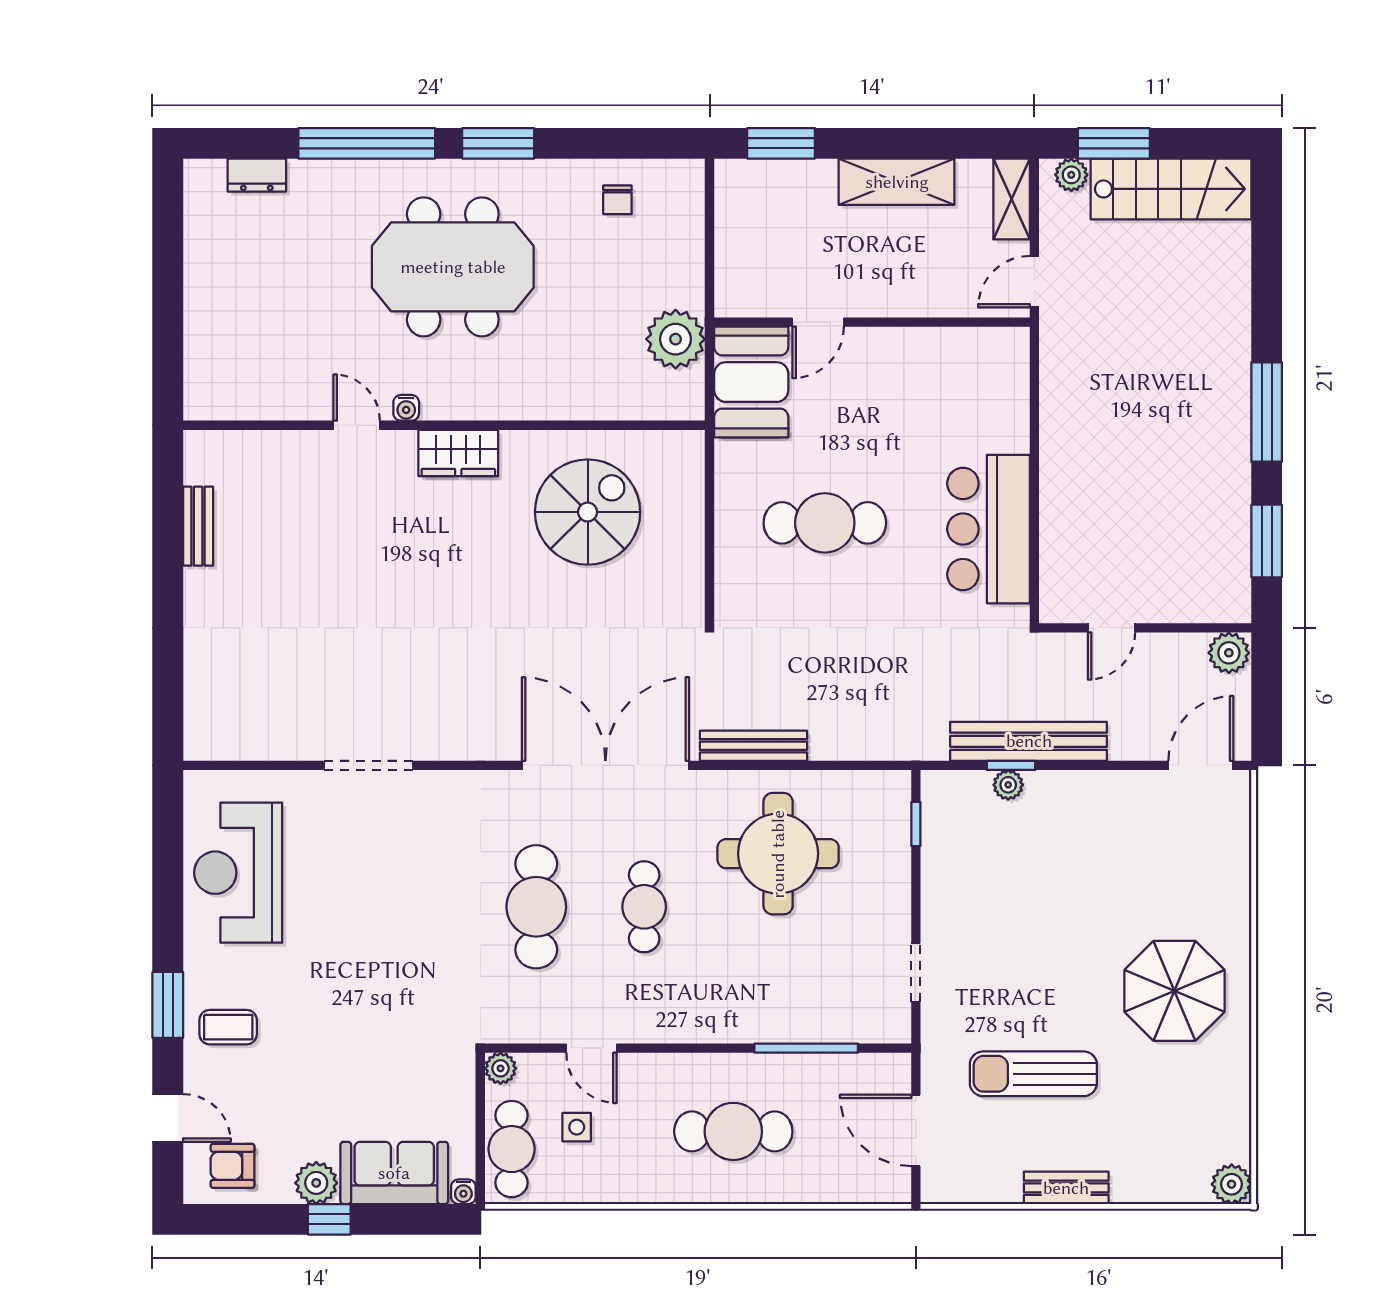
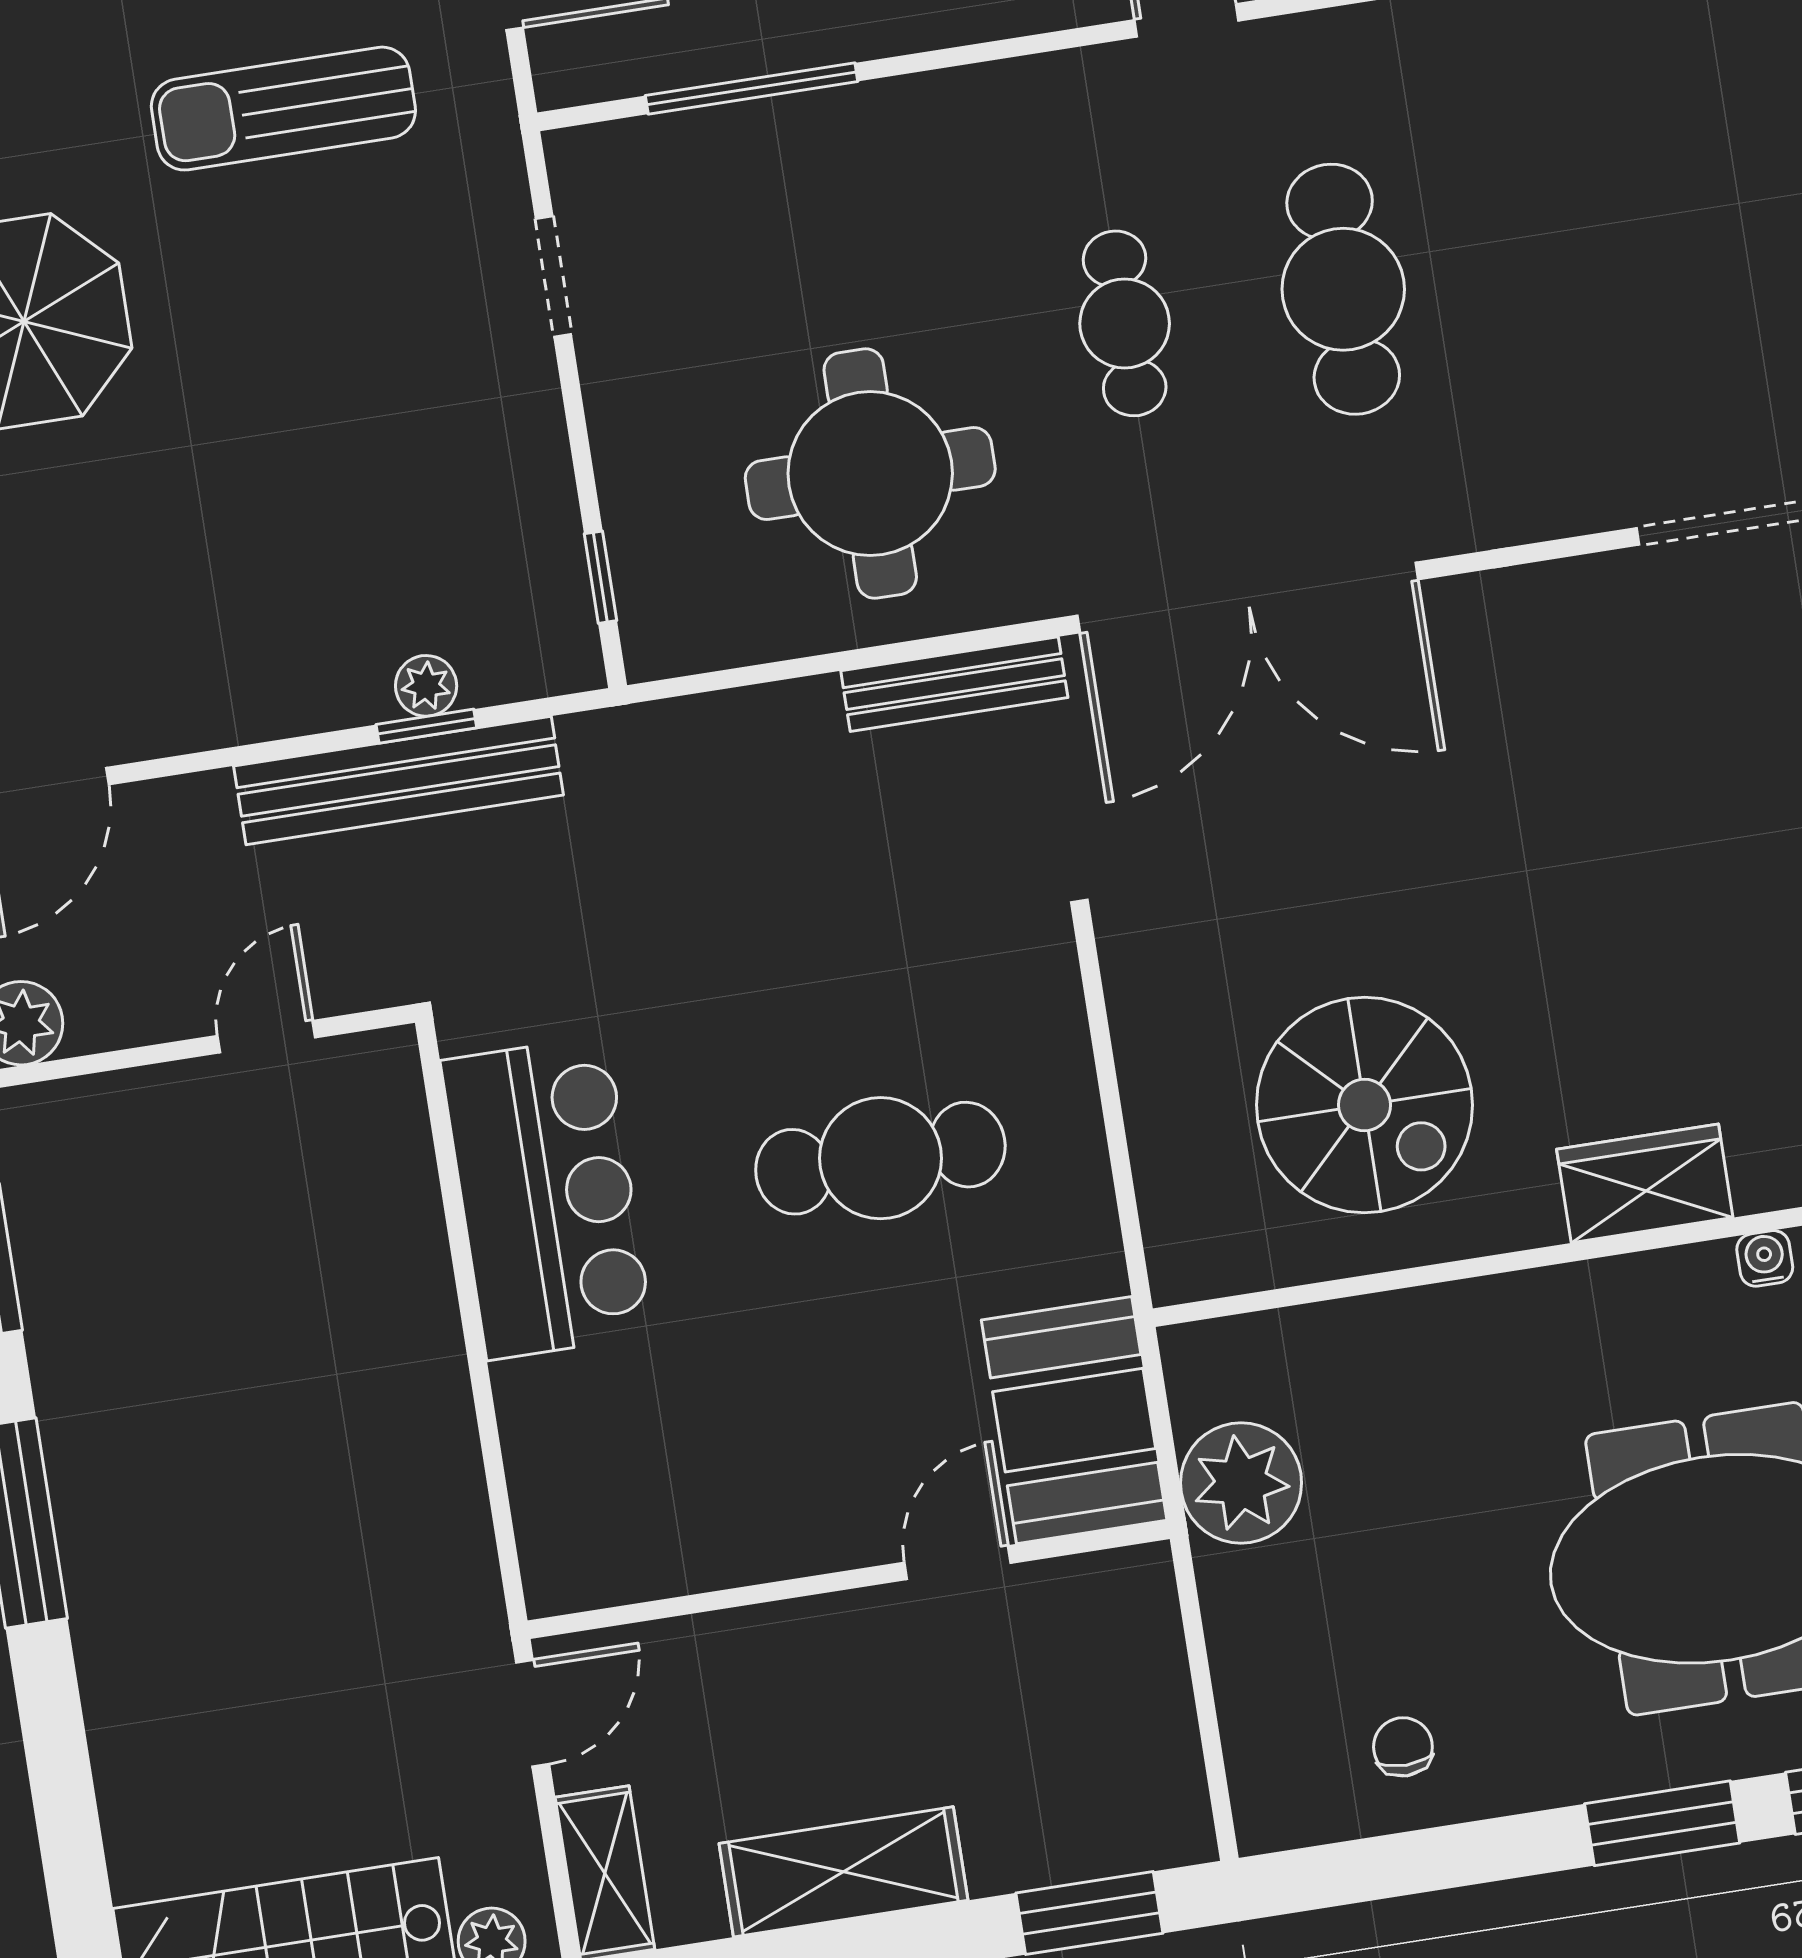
spiral stairs: (588, 512) -> (1364, 1105), turned -90
sun lounger: (1033, 1074) -> (283, 109), turned 180

